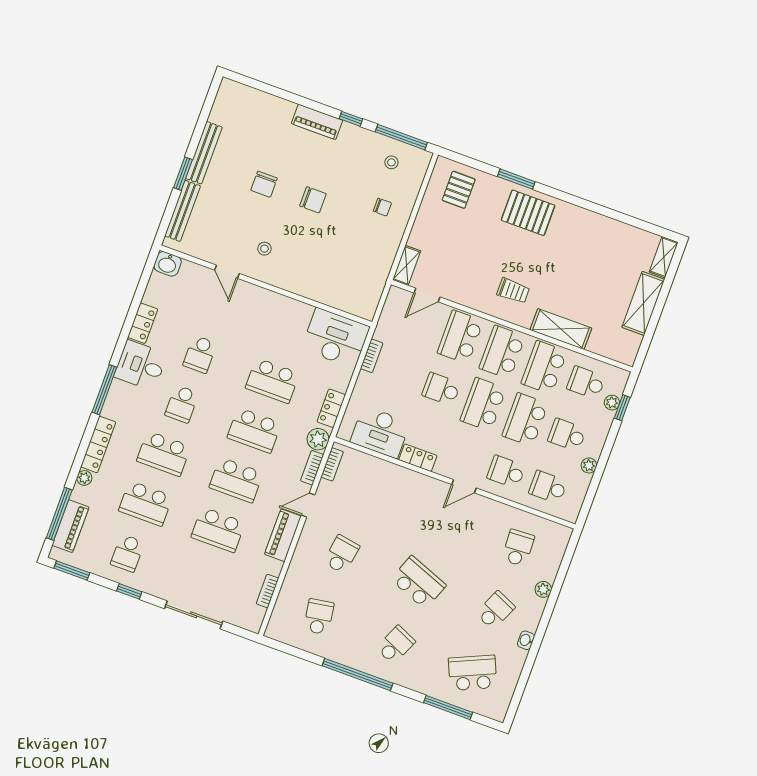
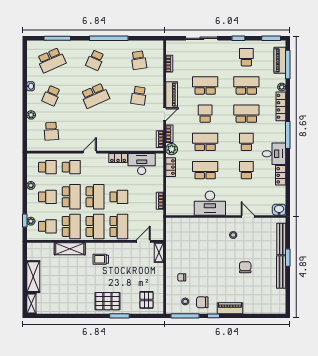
chair: (313, 200) -> (202, 302), moved
desk: (336, 338) -> (210, 203), moved
school desk: (236, 480) -> (205, 114), width x0.54
school desk: (418, 582) -> (95, 96), turned -45

